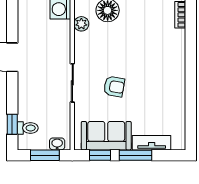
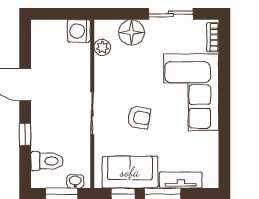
corner sofa: (161, 64) -> (191, 92), added
window: (12, 124) -> (25, 134), moved
toilet: (28, 128) -> (47, 161), width x1.37, depth x1.39

